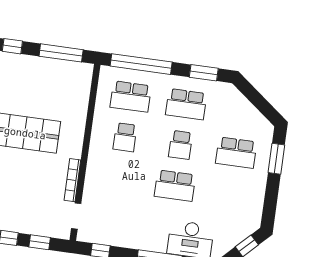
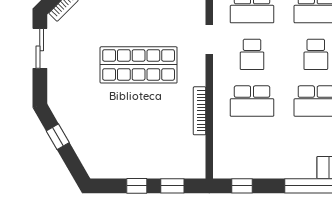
school desk: (119, 178) -> (252, 101), added
doorway: (76, 216) -> (209, 40), moved

